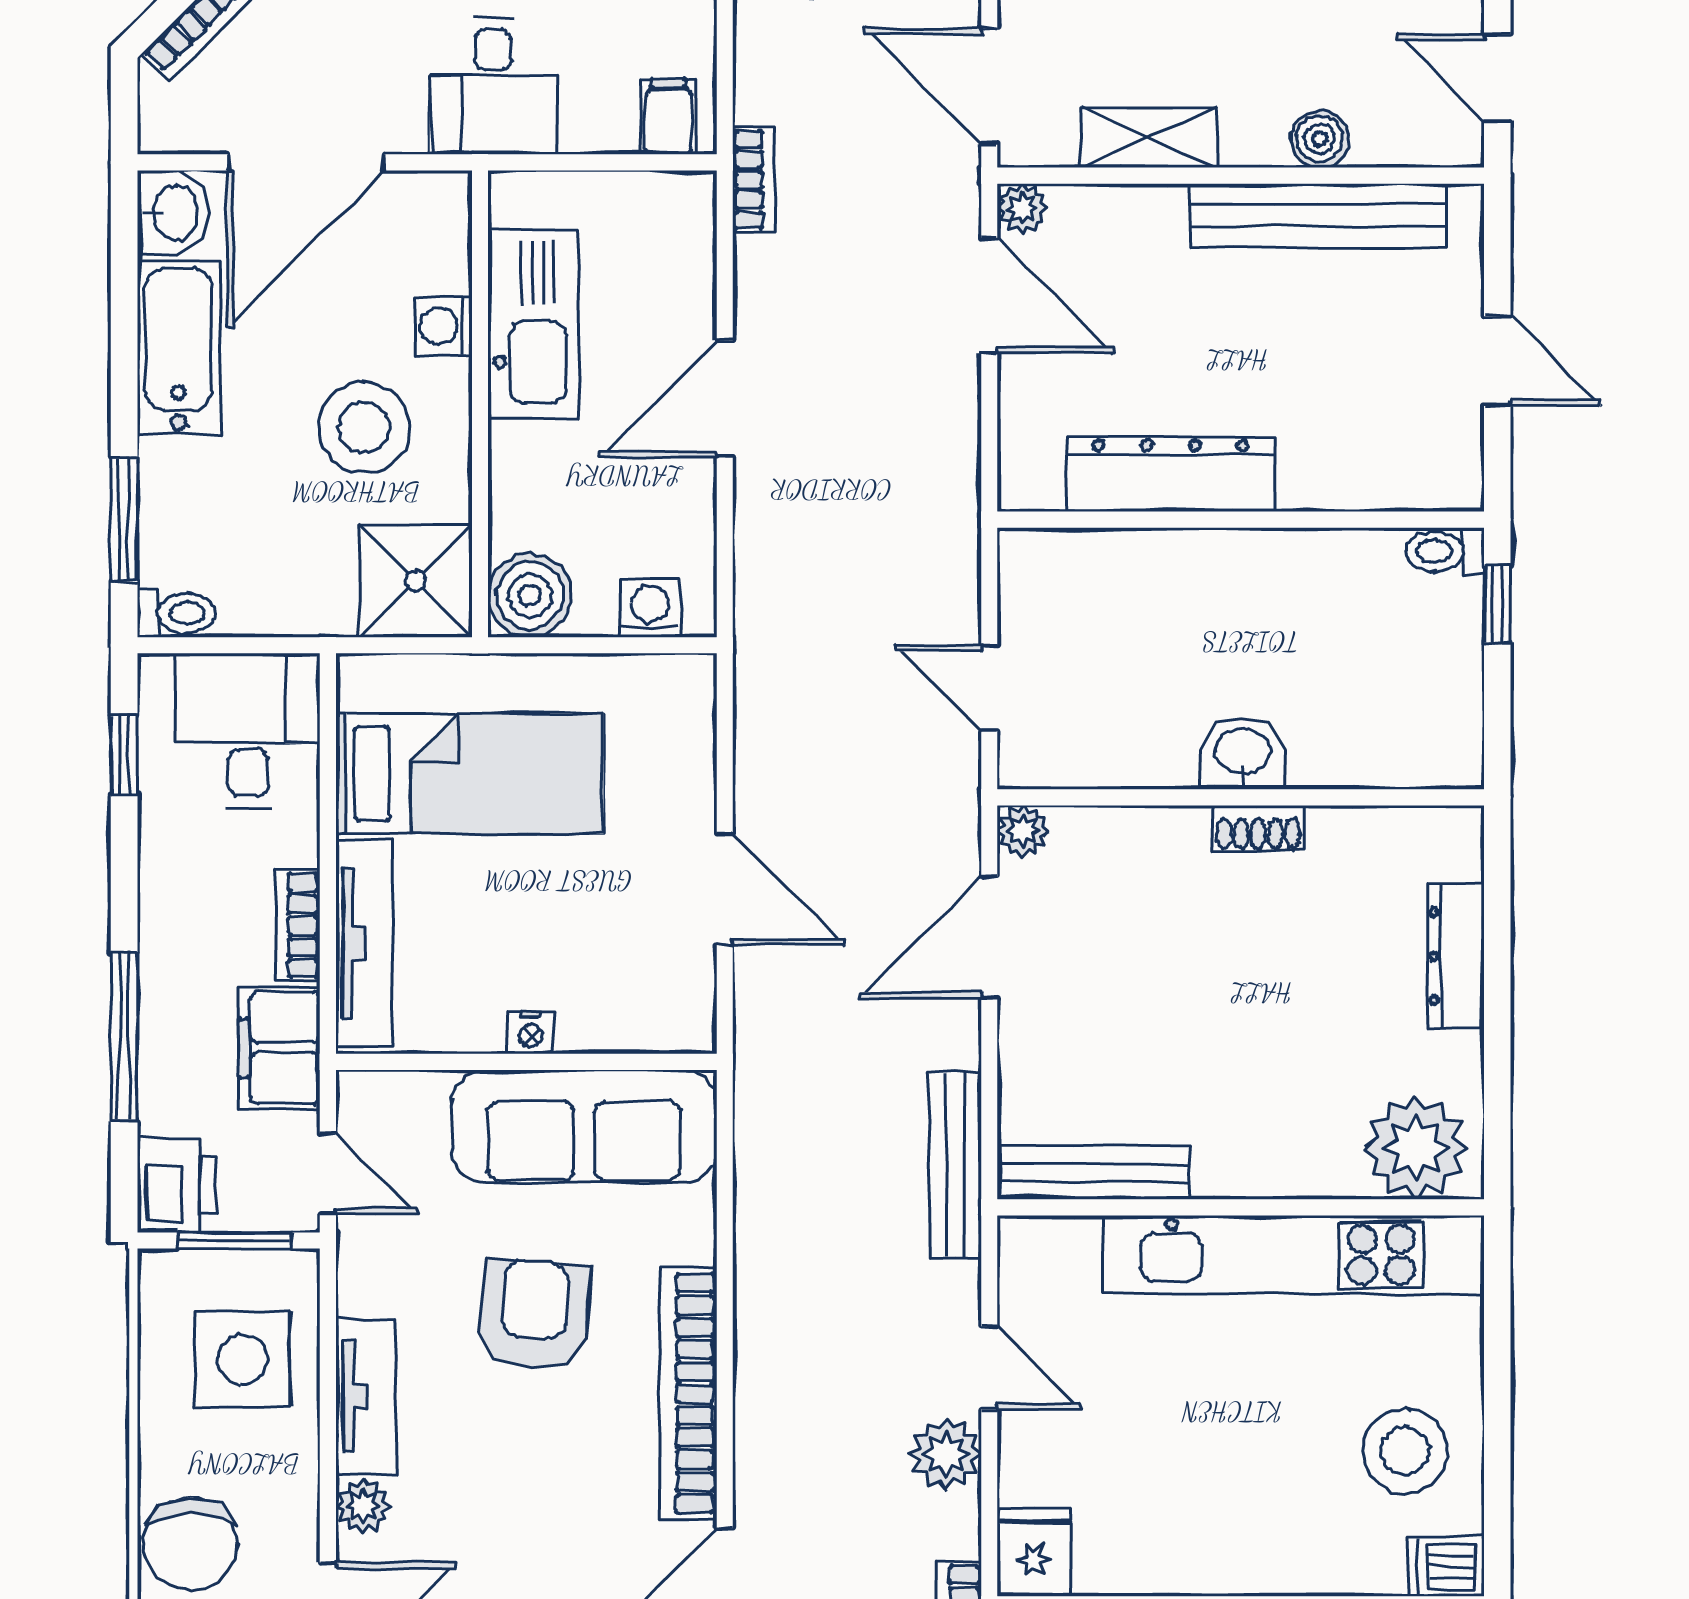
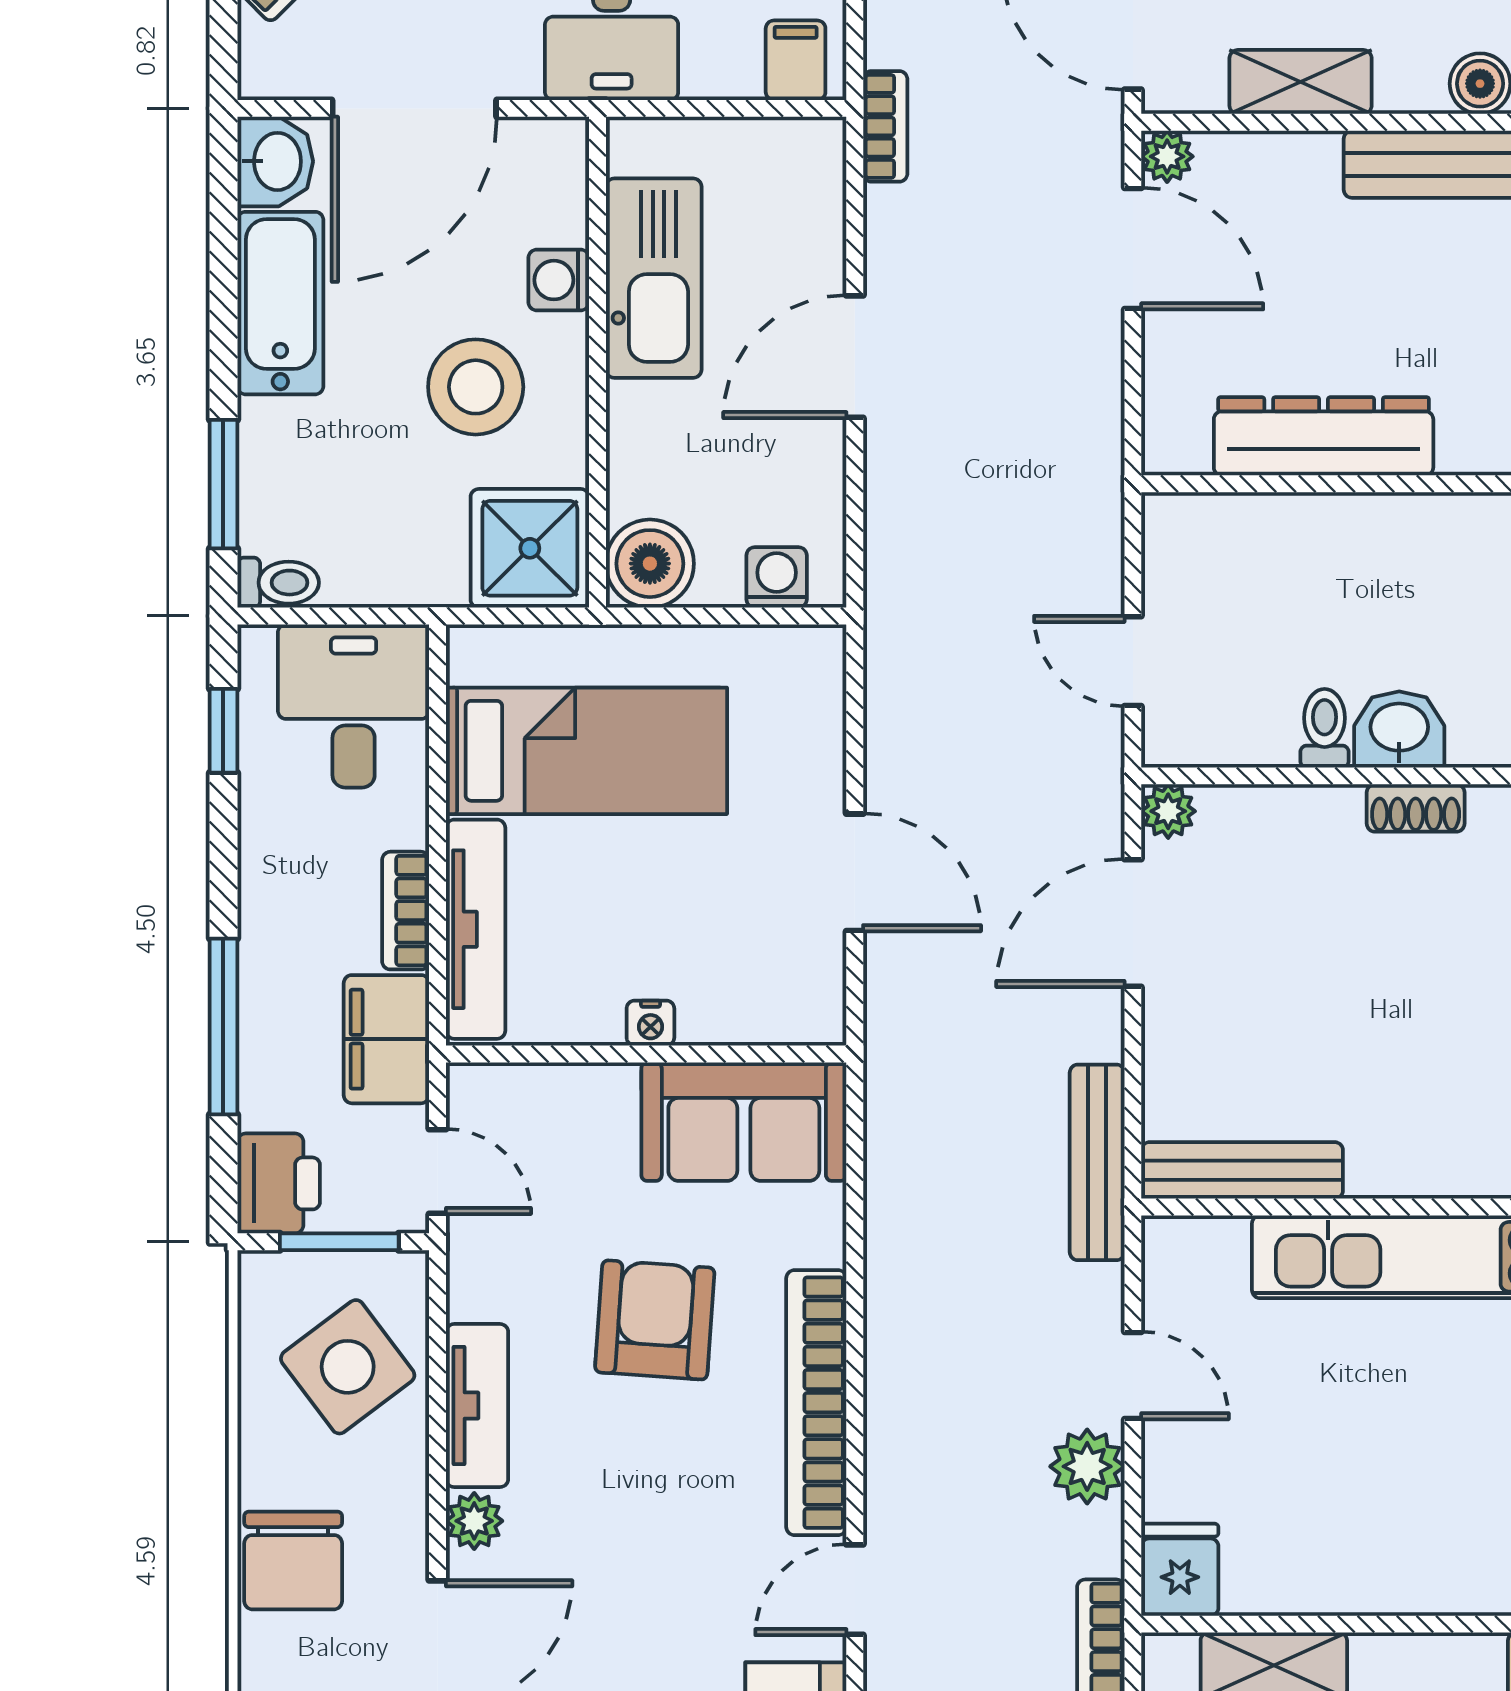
toilet: (1172, 752) -> (1325, 728), added
sofa: (584, 1126) -> (744, 1122), width x0.73
side table: (242, 1359) -> (348, 1367), turned -37

